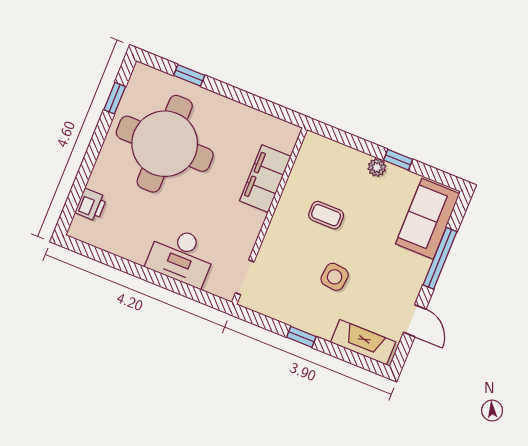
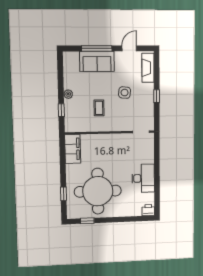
window: (398, 160) -> (61, 110), moved
filing cabinet: (265, 179) -> (73, 149), moved, turned -90
printer: (91, 205) -> (148, 210), moved
sofa: (428, 219) -> (97, 61), moved
desk: (181, 256) -> (143, 178), moved

